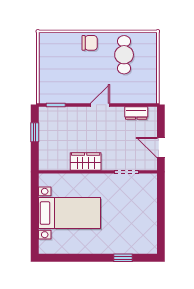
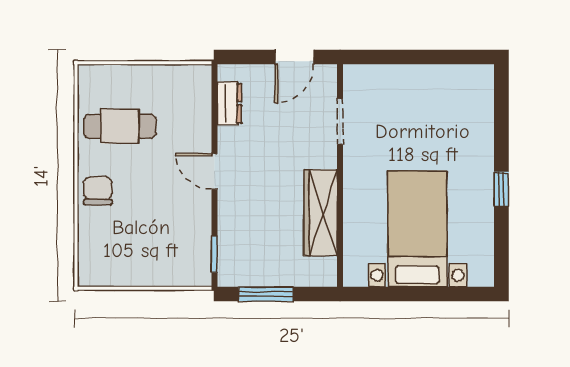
window: (35, 132) -> (266, 294), width x1.50
wardrobe: (86, 161) -> (321, 213), width x1.50
window: (123, 258) -> (501, 189), moved

